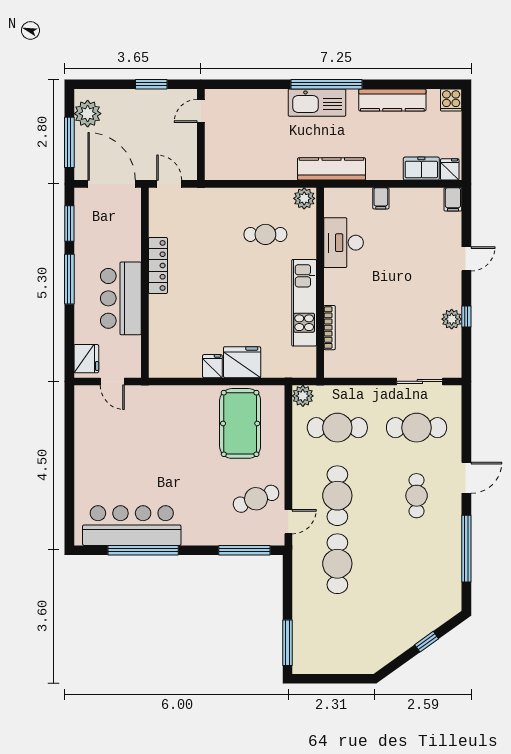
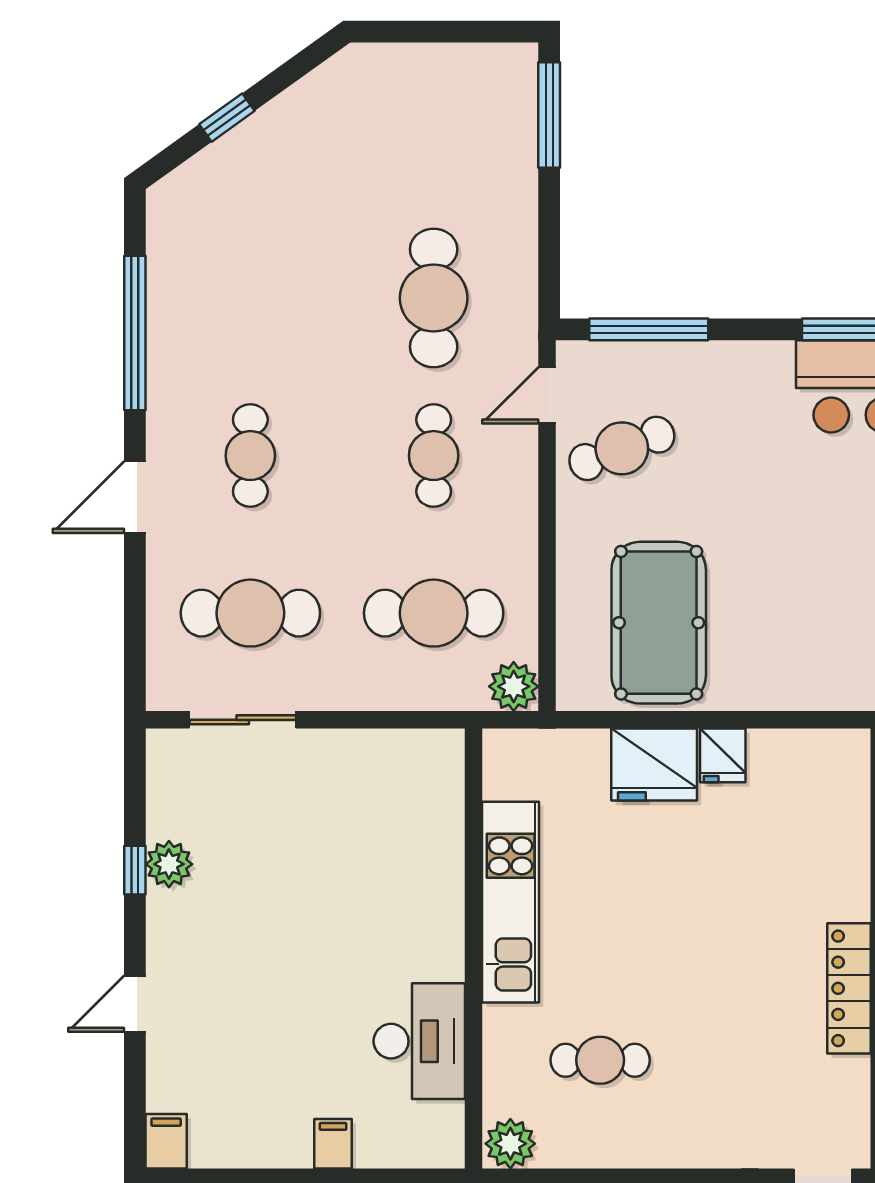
bookcase: (329, 328) -> (452, 845), removed
cafe table: (337, 496) -> (434, 456), width x0.73, depth x0.74

